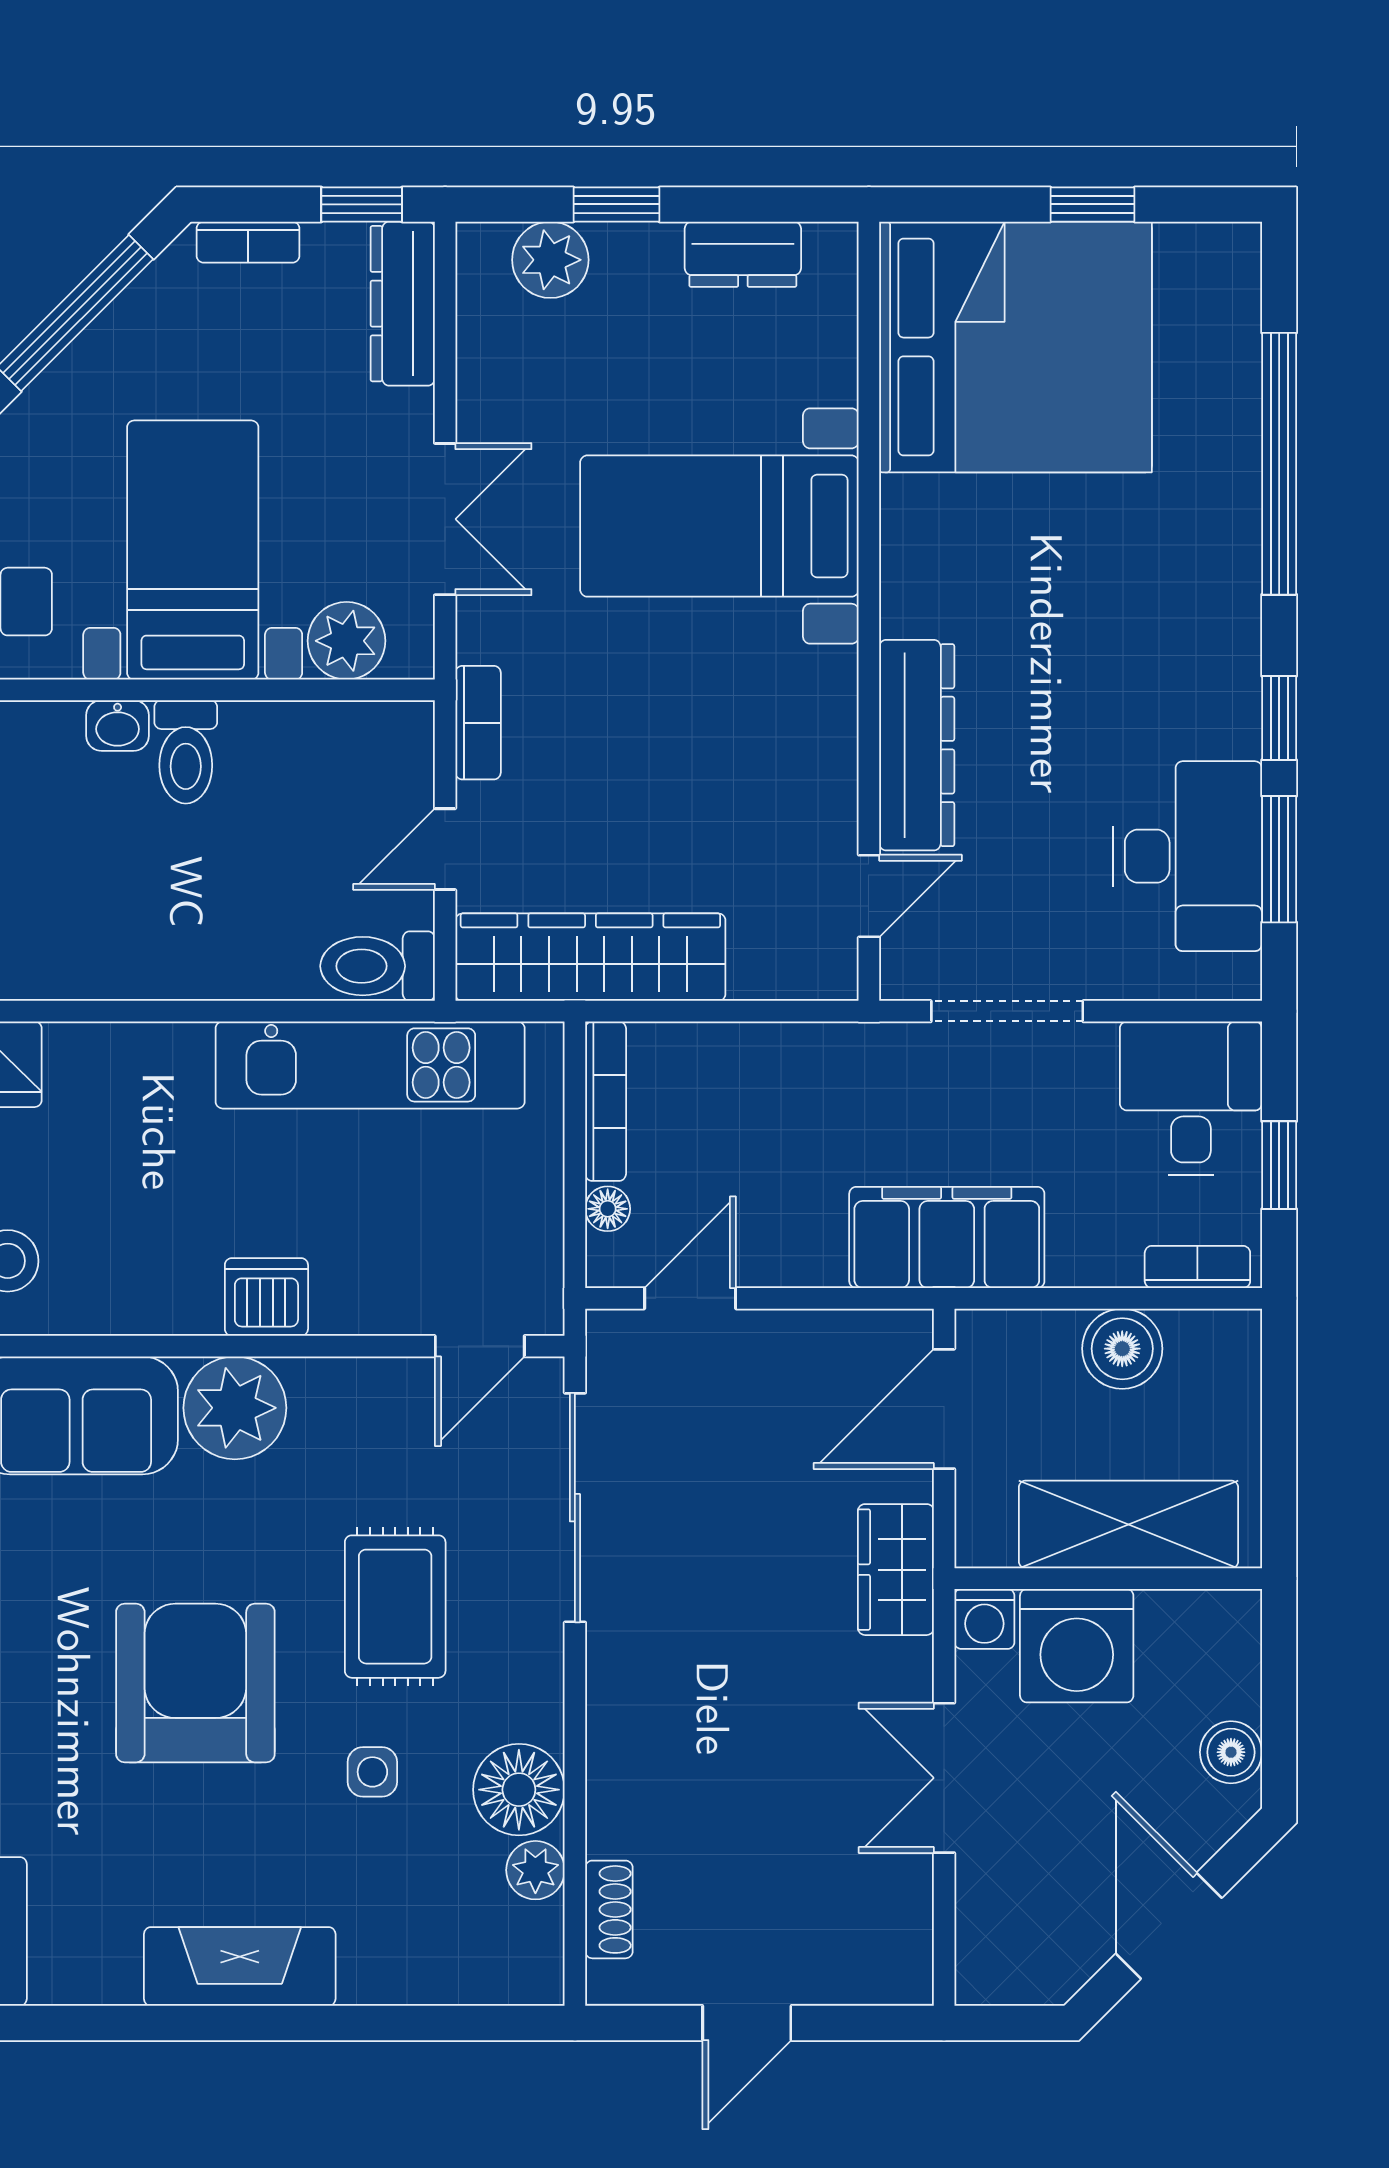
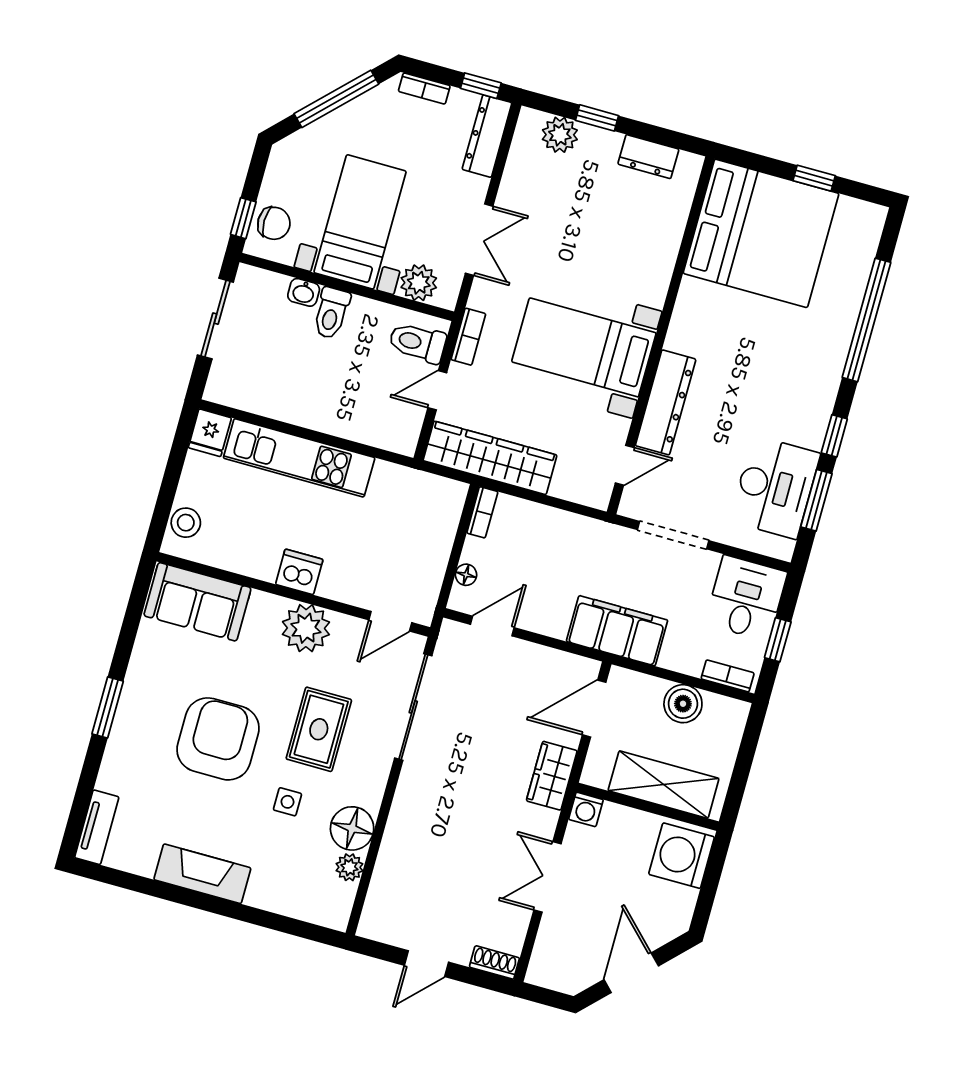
bed with nightstands: (719, 526) -> (584, 347), moved
toilet: (378, 966) -> (417, 343), moved
kitchen unit: (370, 1065) -> (299, 458), moved
bookcase: (606, 1101) -> (482, 512), width x0.64
plant: (235, 1408) -> (306, 628), moved
washing machine: (1077, 1646) -> (682, 856), moved, turned 90
boiler: (1231, 1752) -> (682, 901), removed
shoe rack: (609, 1909) -> (494, 962), moved, turned -90

